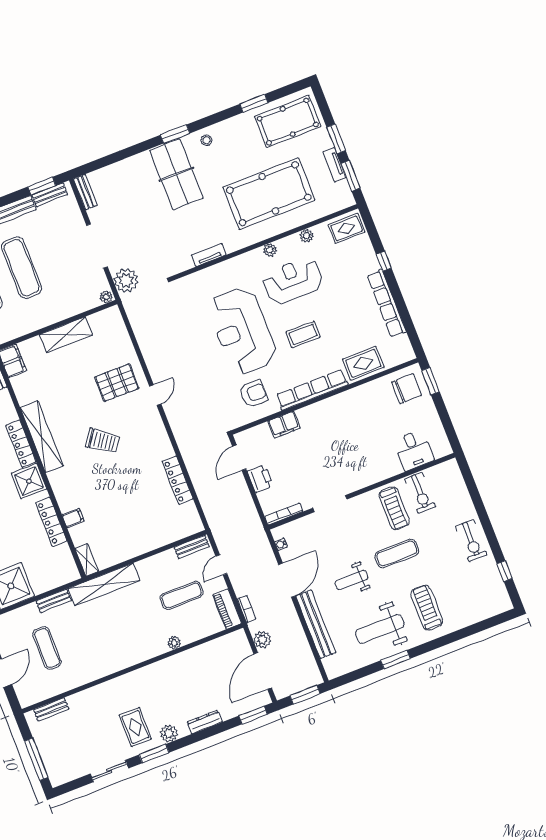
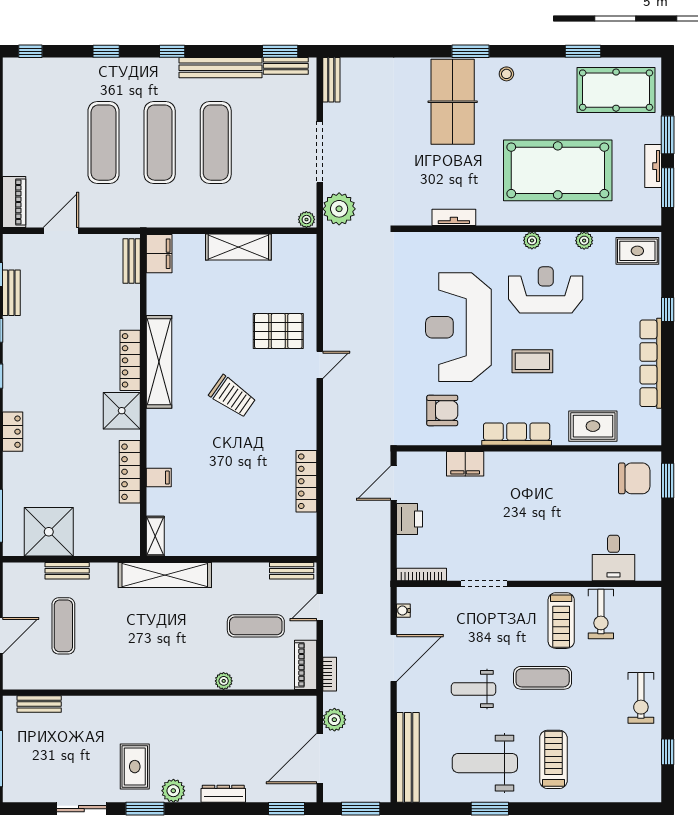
row of seats: (312, 390) -> (517, 434), width x0.73
bench: (54, 601) -> (67, 571), moved
bench: (316, 624) -> (408, 757), moved

